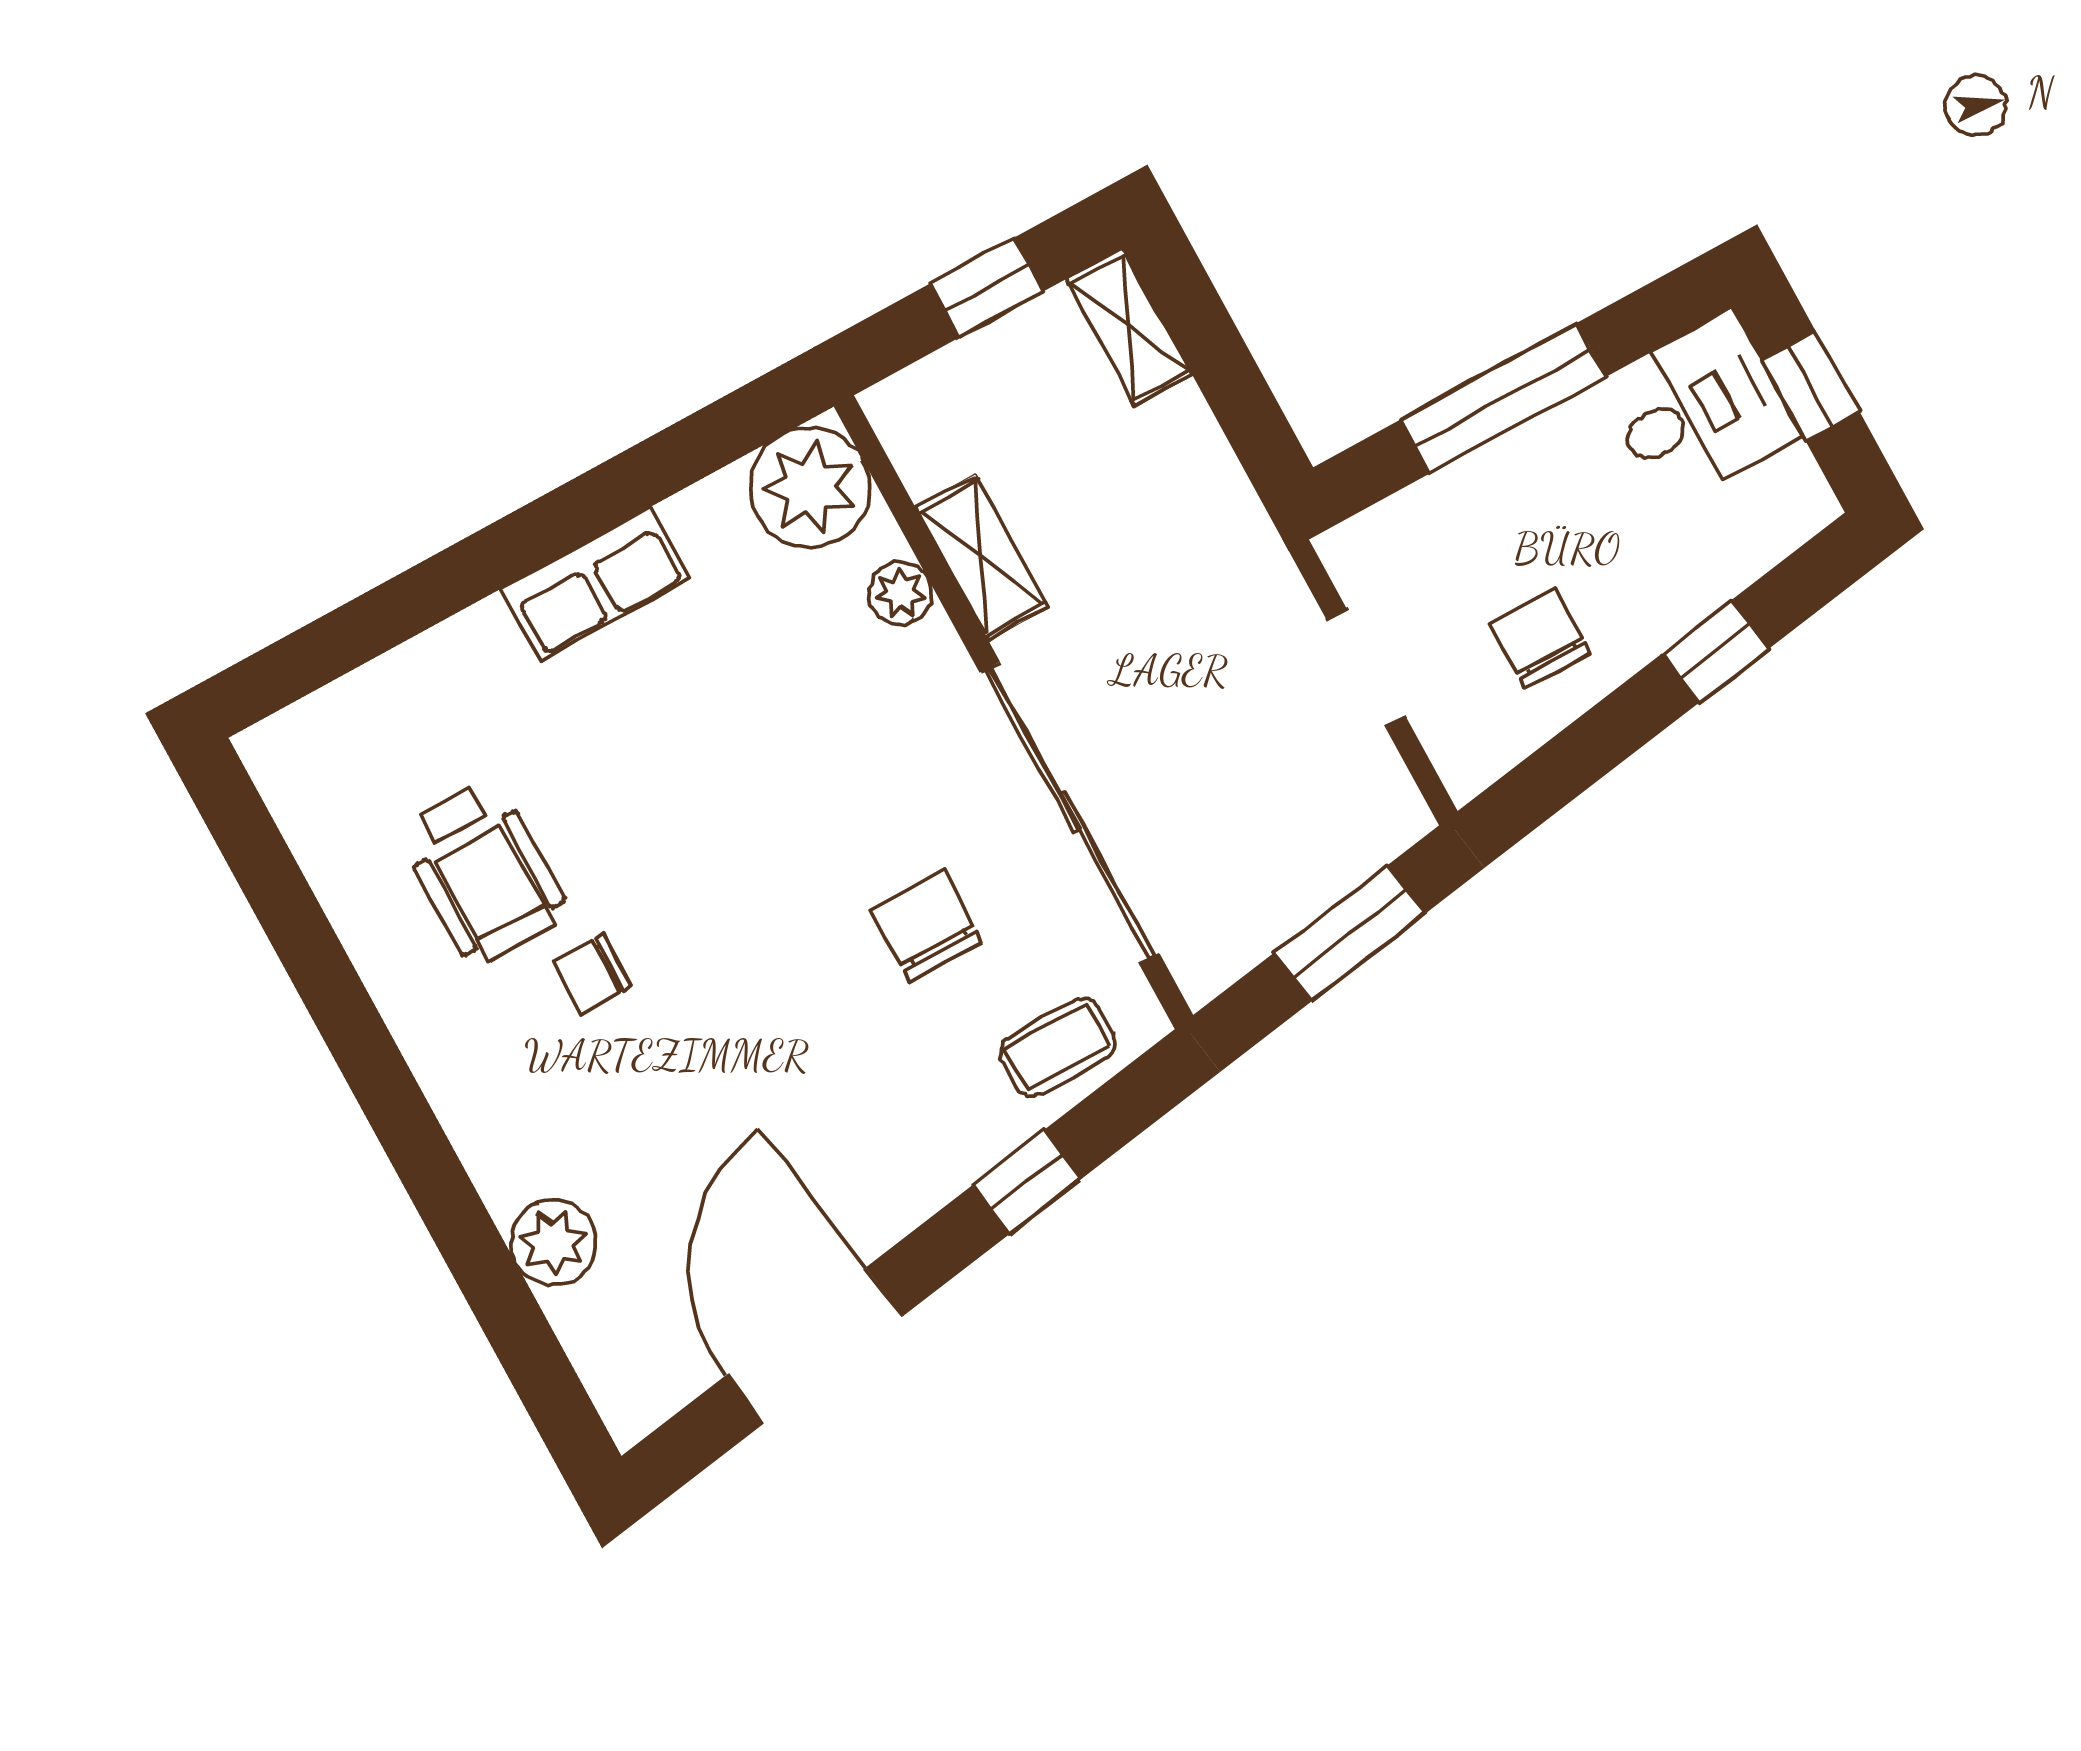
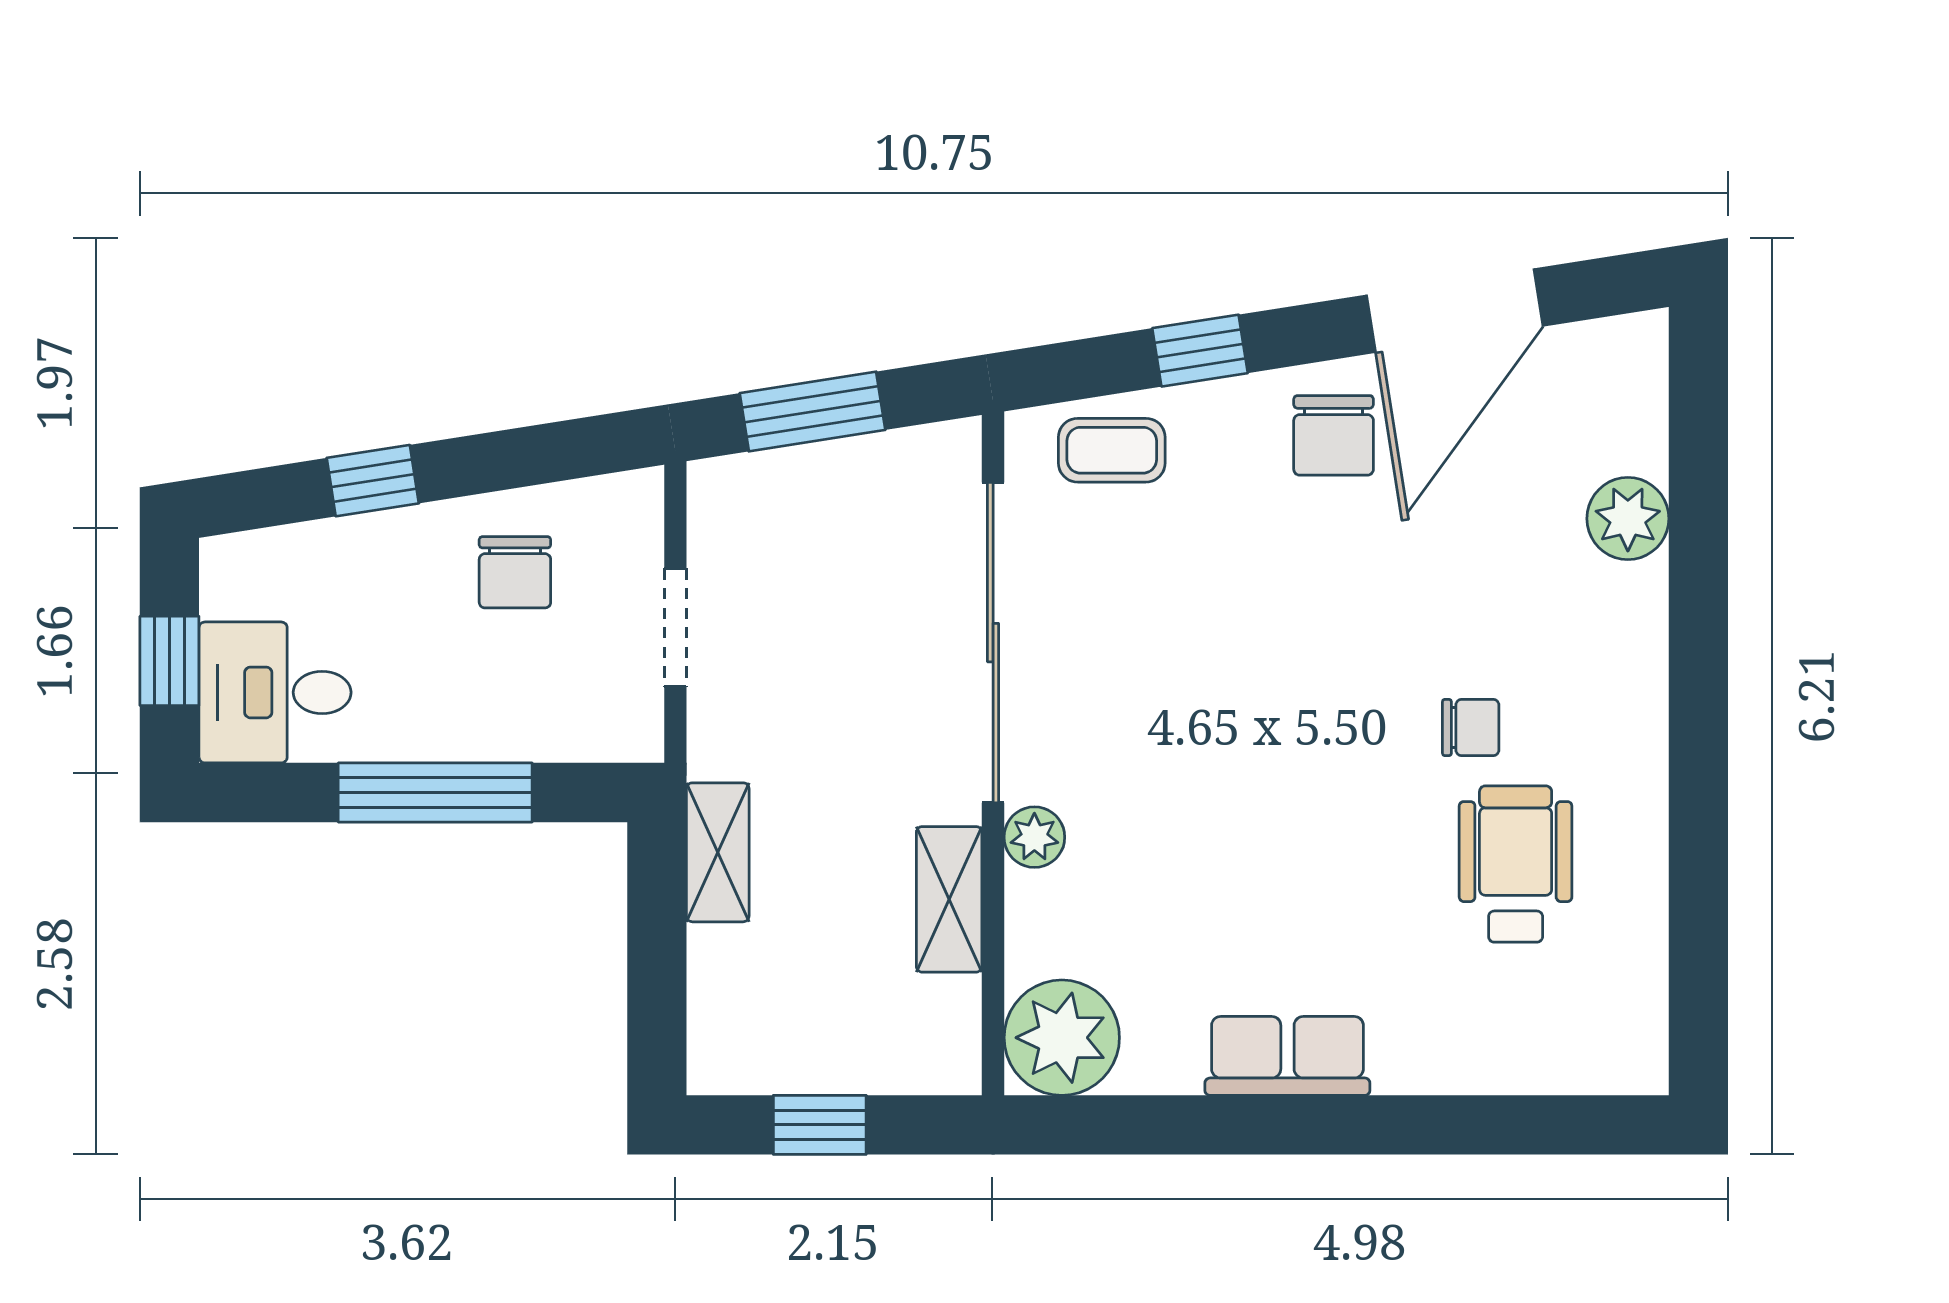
shelving: (1129, 327) -> (718, 852), moved
plant: (900, 593) -> (1034, 837), moved
chair: (926, 926) -> (1334, 435), moved

